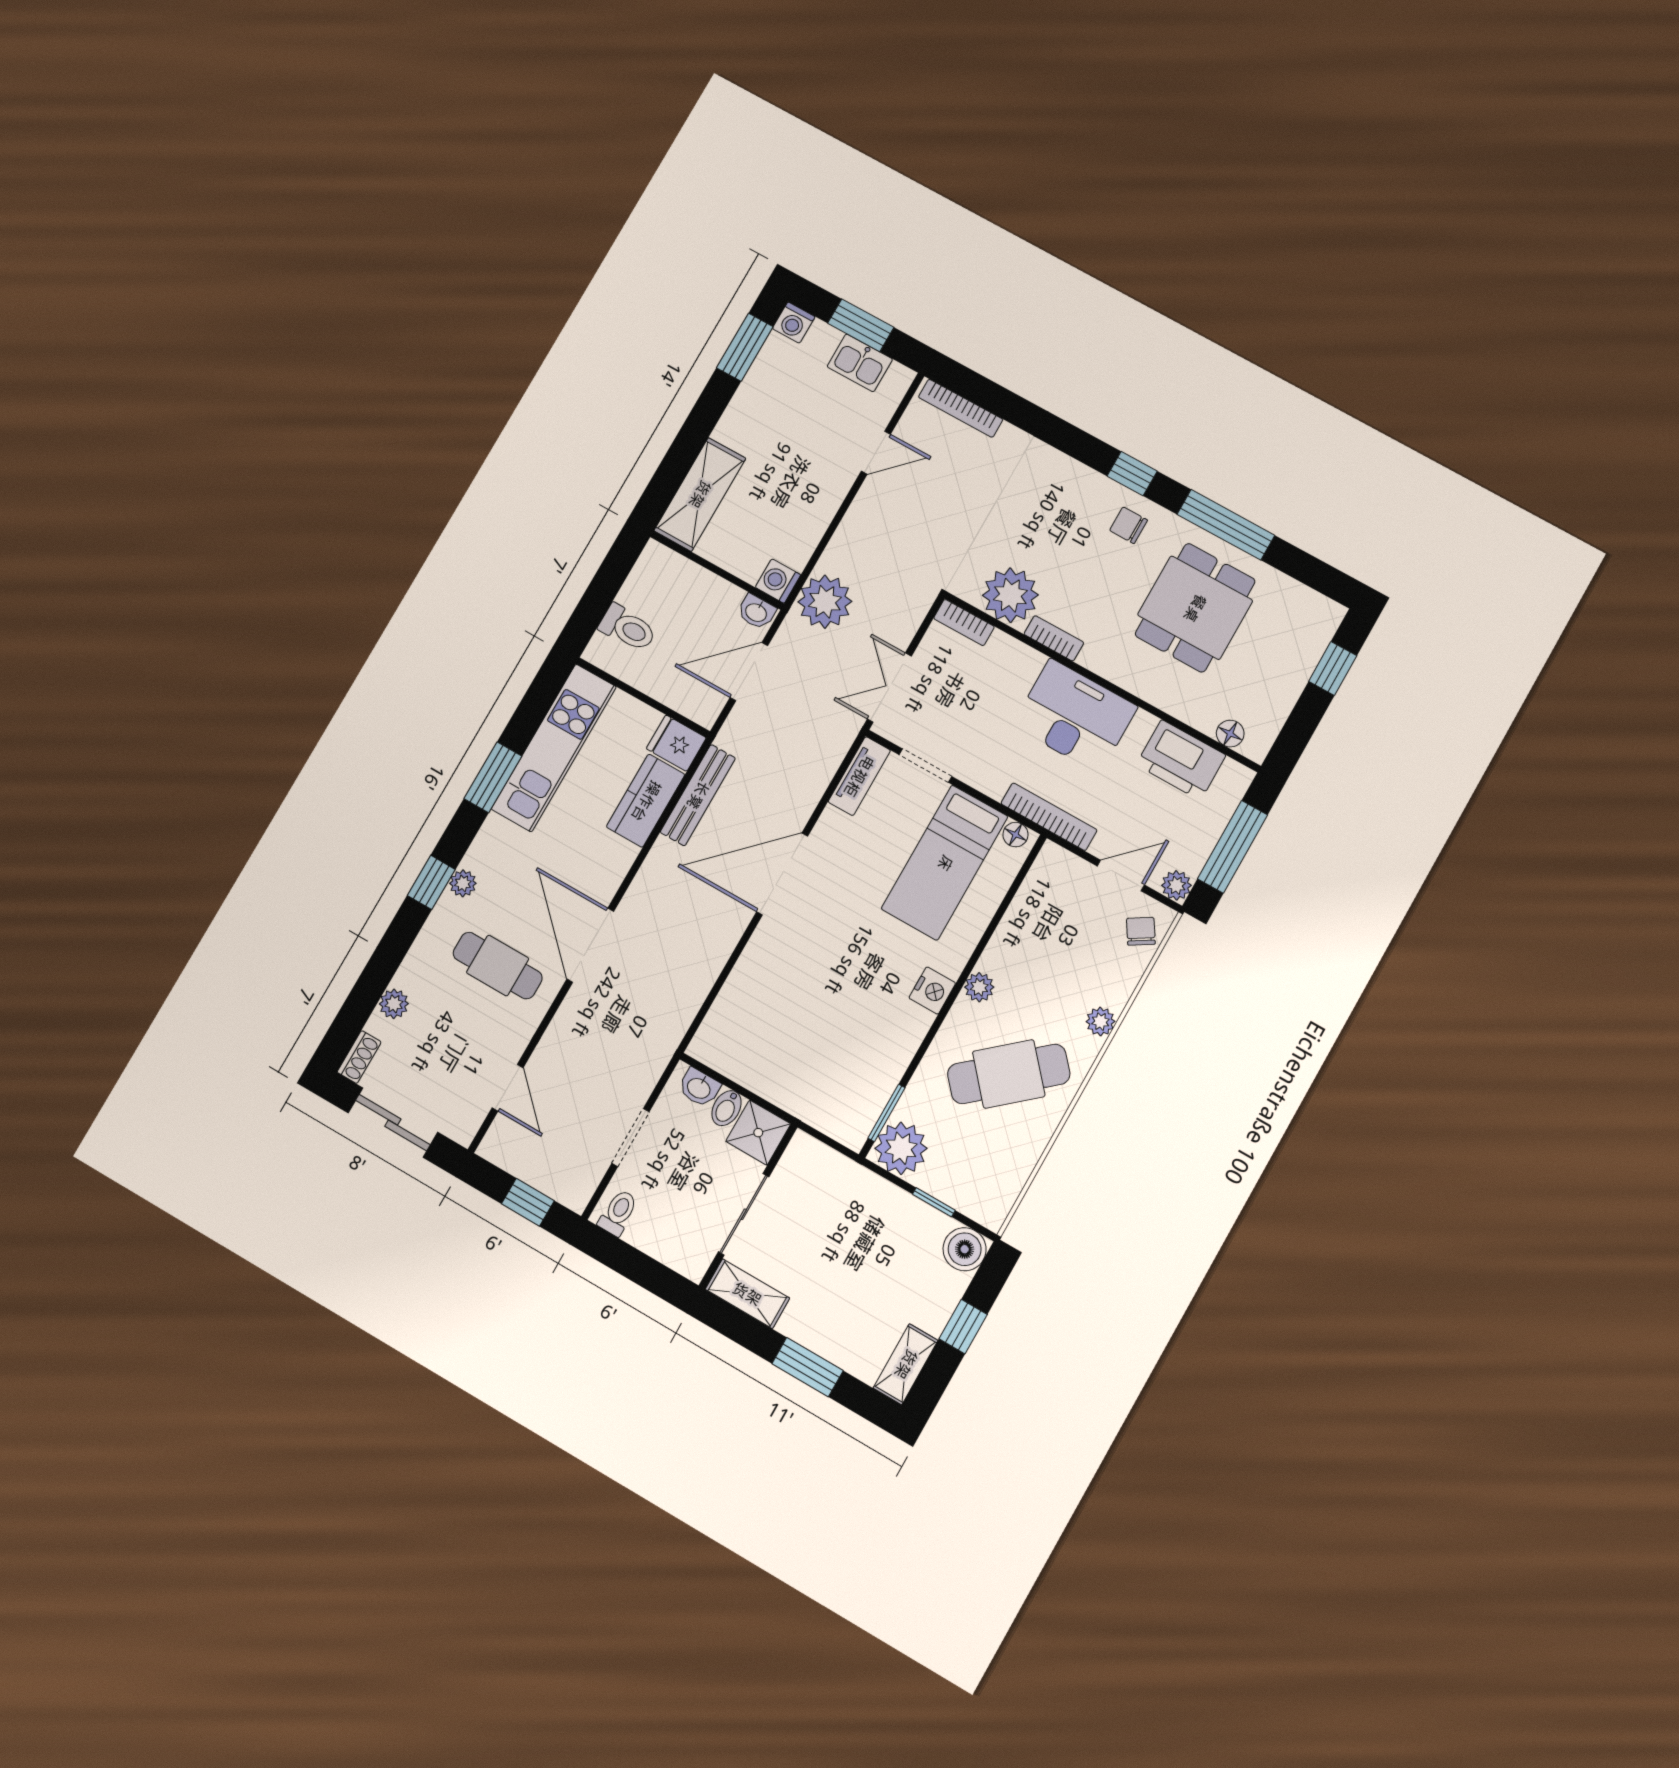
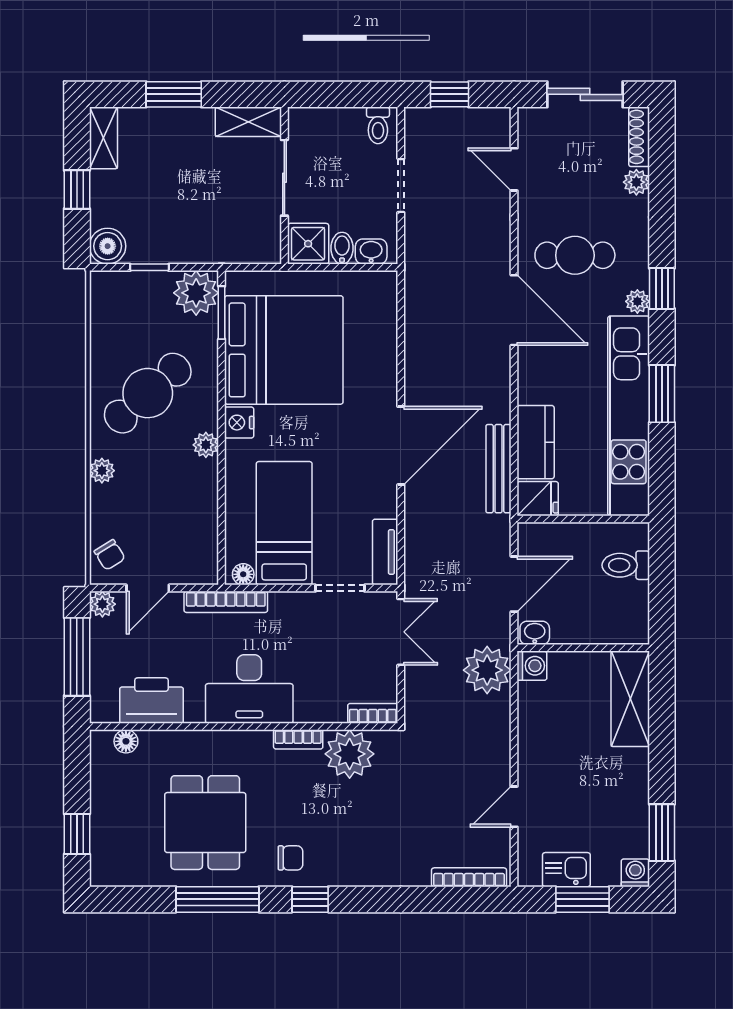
kitchen unit: (554, 748) -> (629, 416), width x1.36
bed: (845, 1038) -> (284, 350), added
shoe rack: (359, 1057) -> (639, 137), width x1.43

